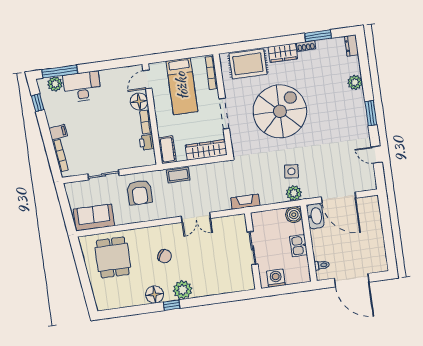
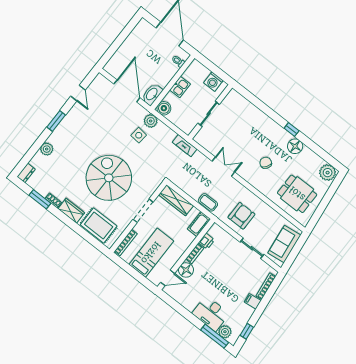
spiral stairs: (280, 111) -> (109, 178), turned 90
sofa: (94, 217) -> (284, 244), moved, turned 83
dining table: (113, 257) -> (297, 194), turned 90
plant: (183, 290) -> (328, 173), moved

